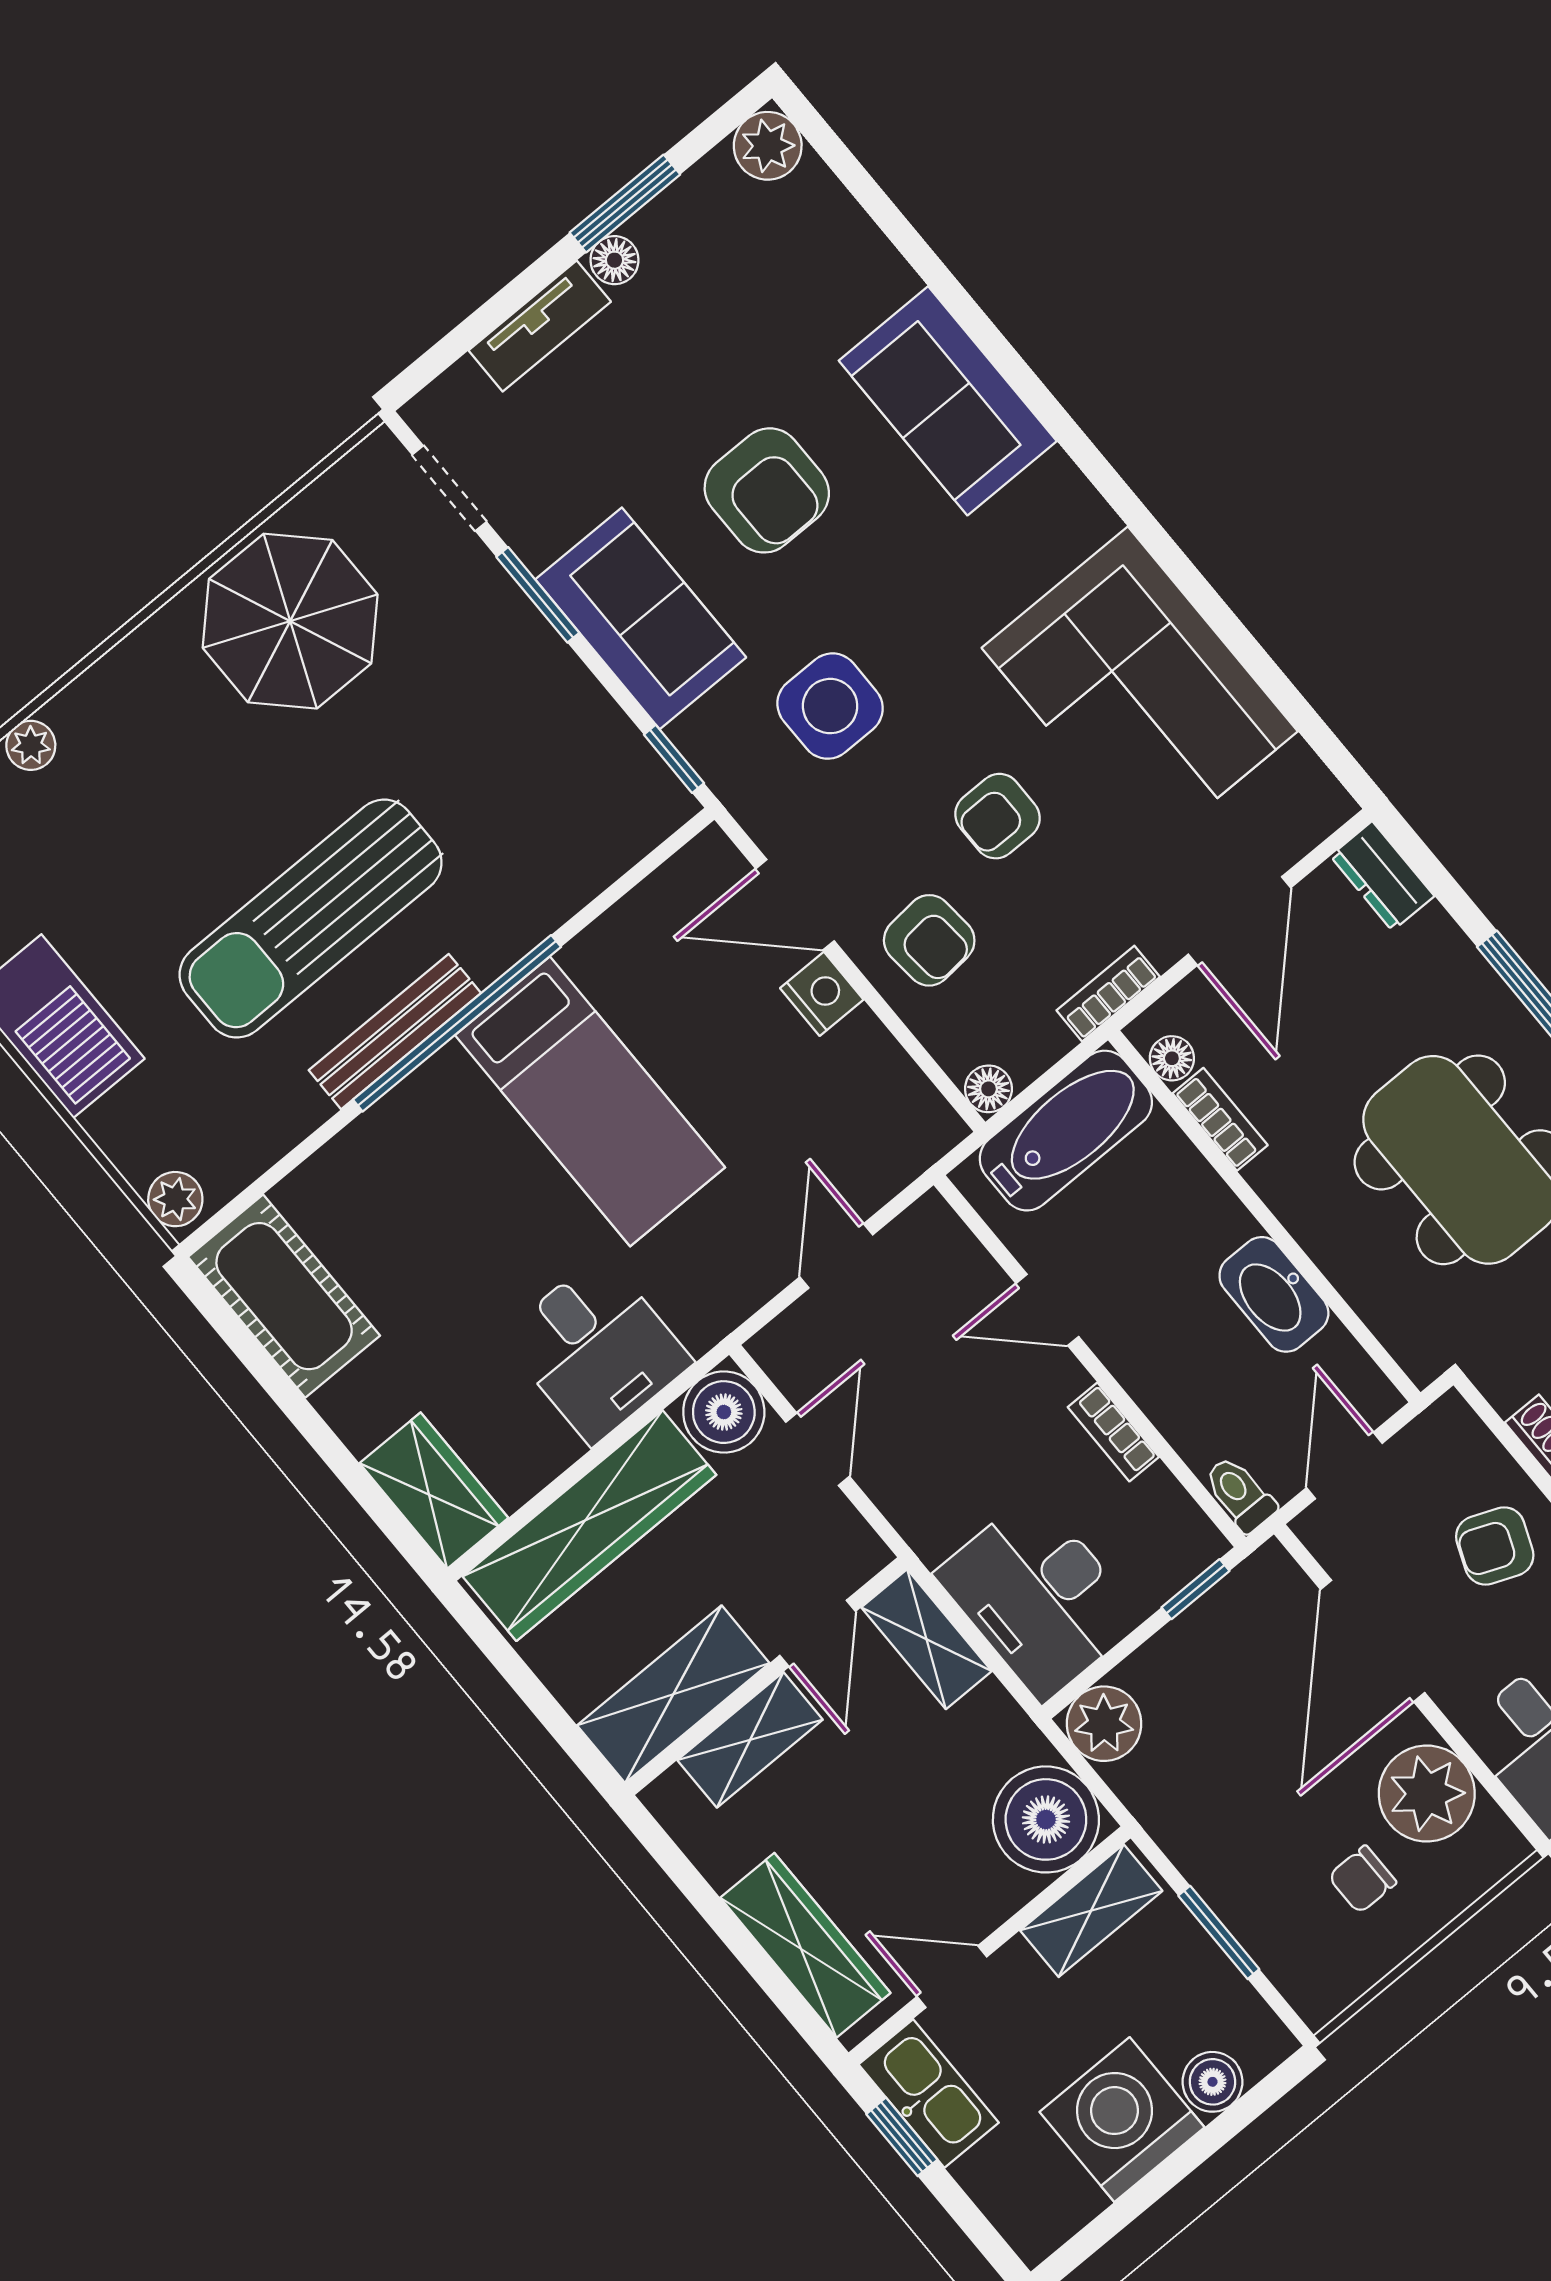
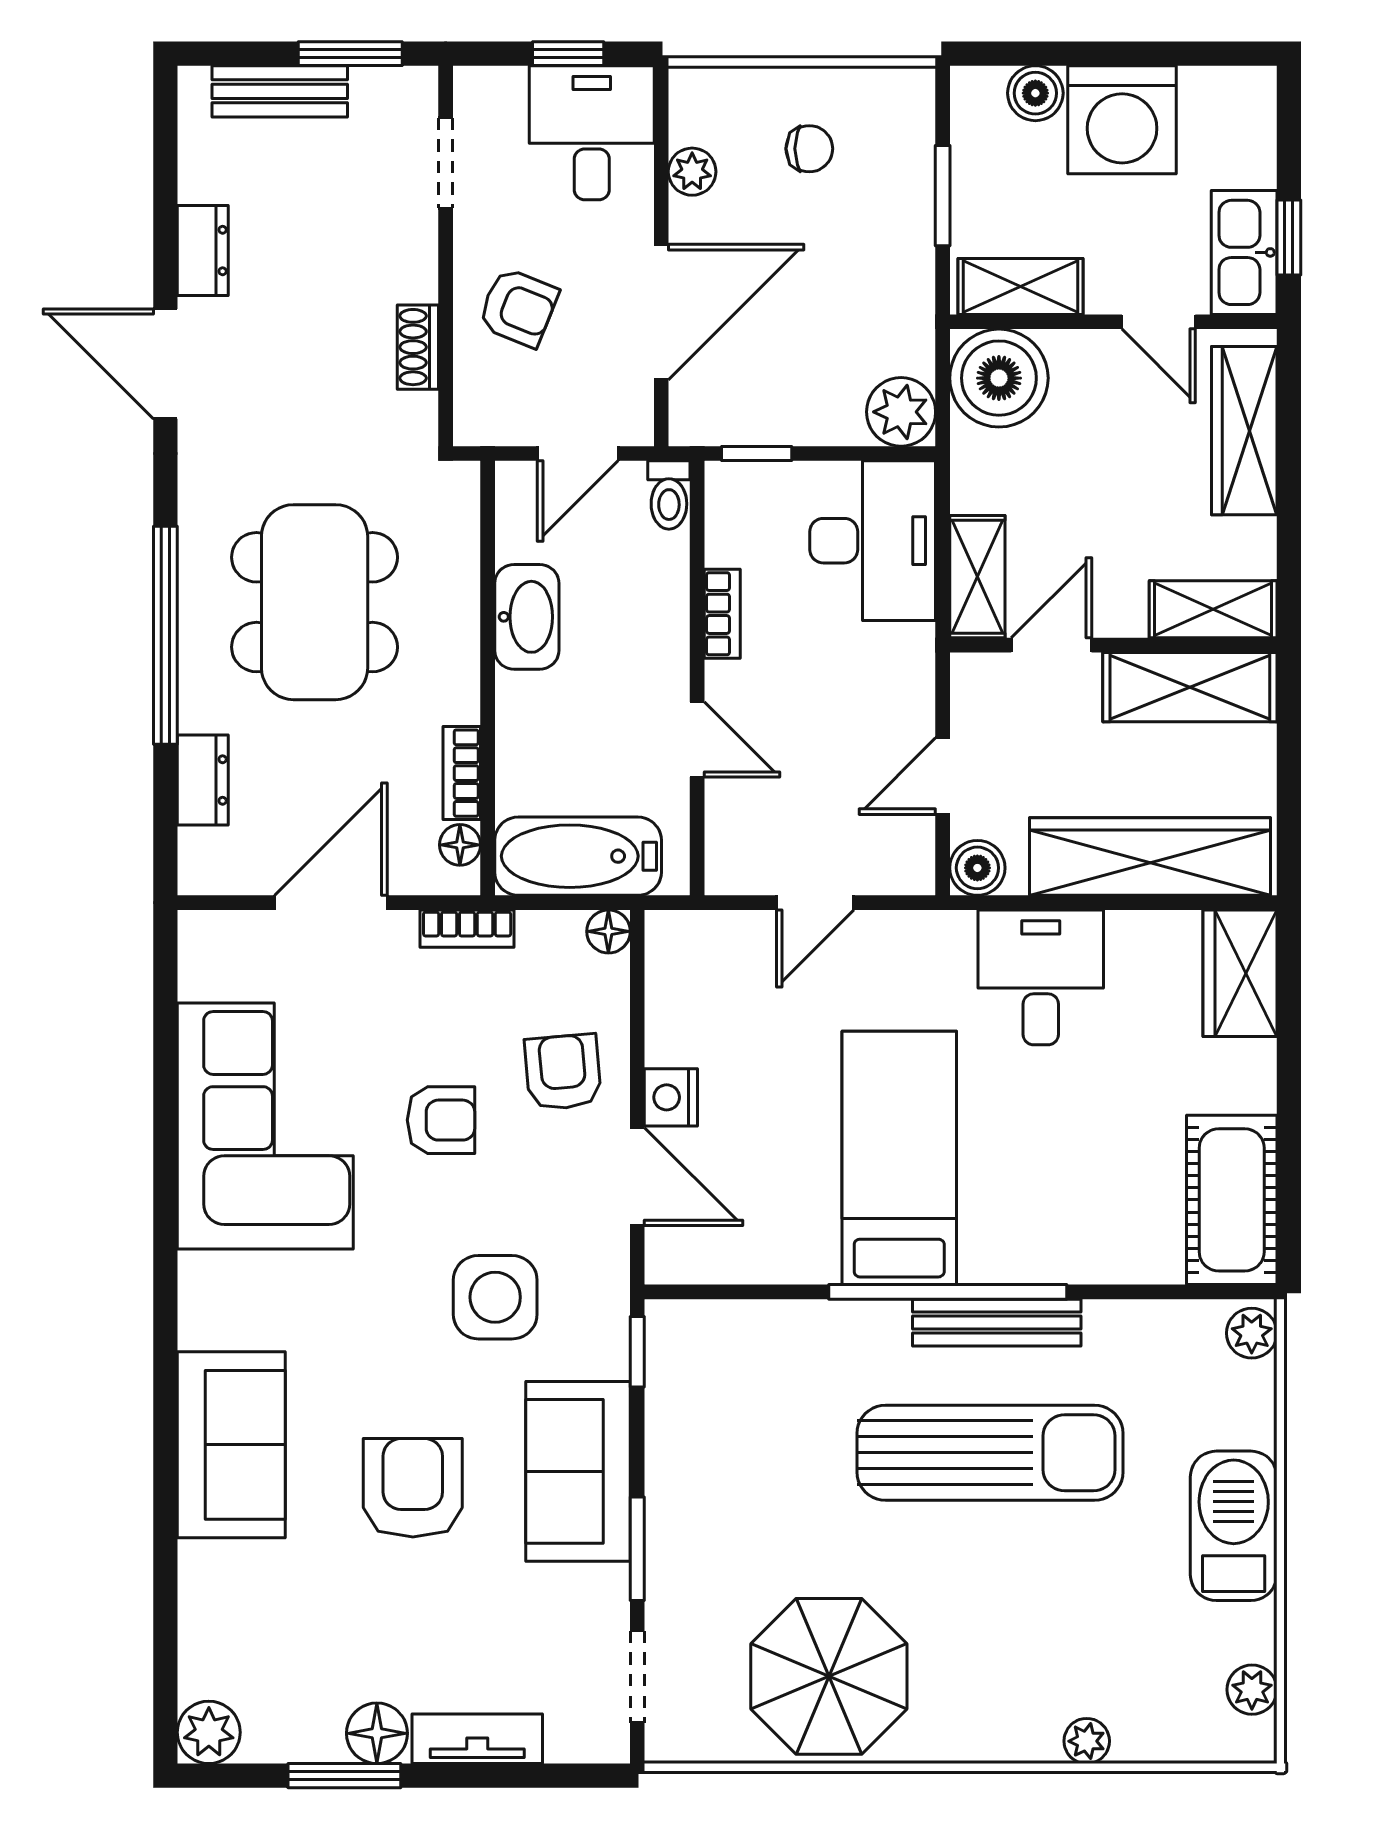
floor lamp: (614, 260) -> (377, 1733), width x1.37, depth x1.37
dresser: (1382, 876) -> (203, 780), moved
boiler: (724, 1412) -> (977, 868), width x0.73, depth x0.73
shelving: (750, 1740) -> (1213, 609), moved
plant: (1427, 1794) -> (692, 172), width x0.53, depth x0.53

